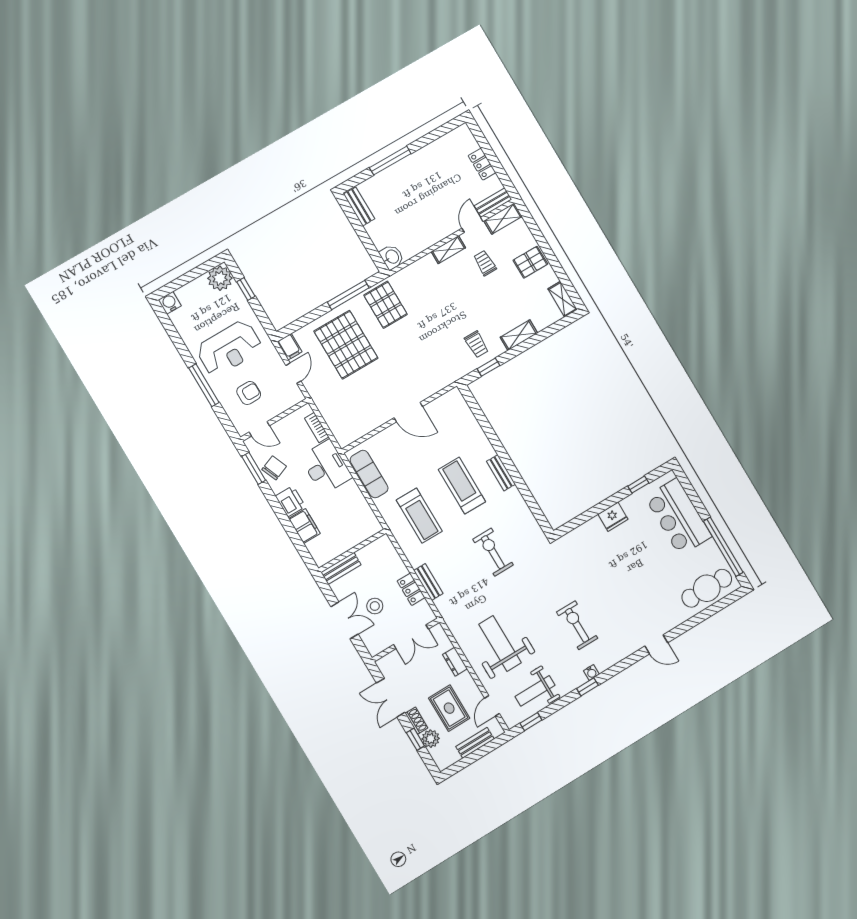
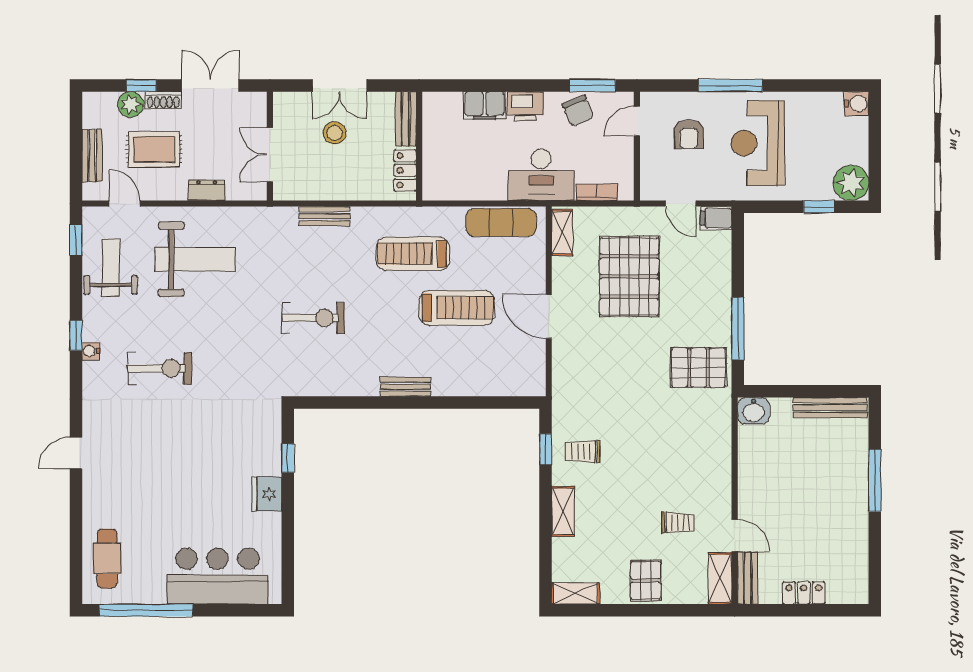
bench: (359, 206) -> (830, 408), width x1.36
shelving: (448, 250) -> (562, 233), moved
pallet: (346, 345) -> (629, 277), moved, turned 90
door: (408, 412) -> (549, 316), hinge flipped
window: (638, 485) -> (288, 458), moved
treadmill: (462, 486) -> (457, 308), moved
cafe table: (707, 588) -> (107, 558), width x0.73, depth x0.74
locker: (411, 589) -> (405, 170), moved, turned -90

